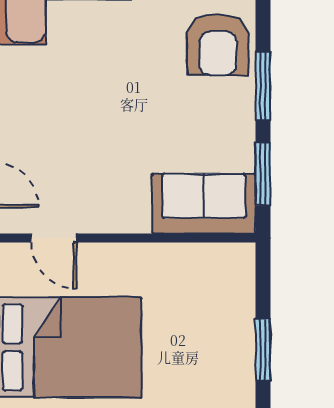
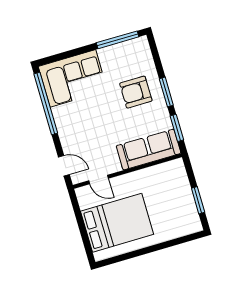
armchair: (218, 45) -> (136, 92), moved, turned 90
sofa: (204, 204) -> (149, 150), width x1.36

